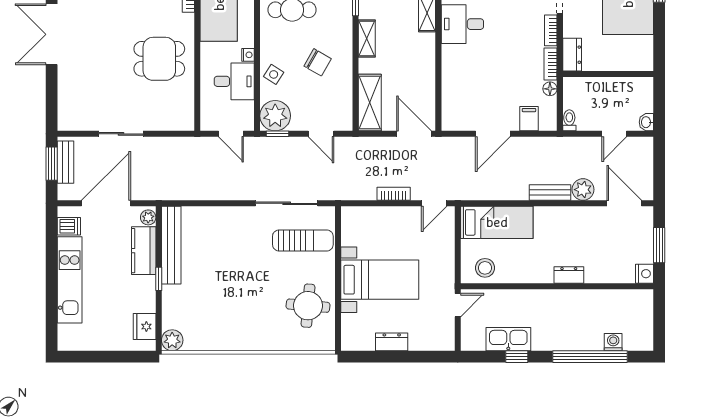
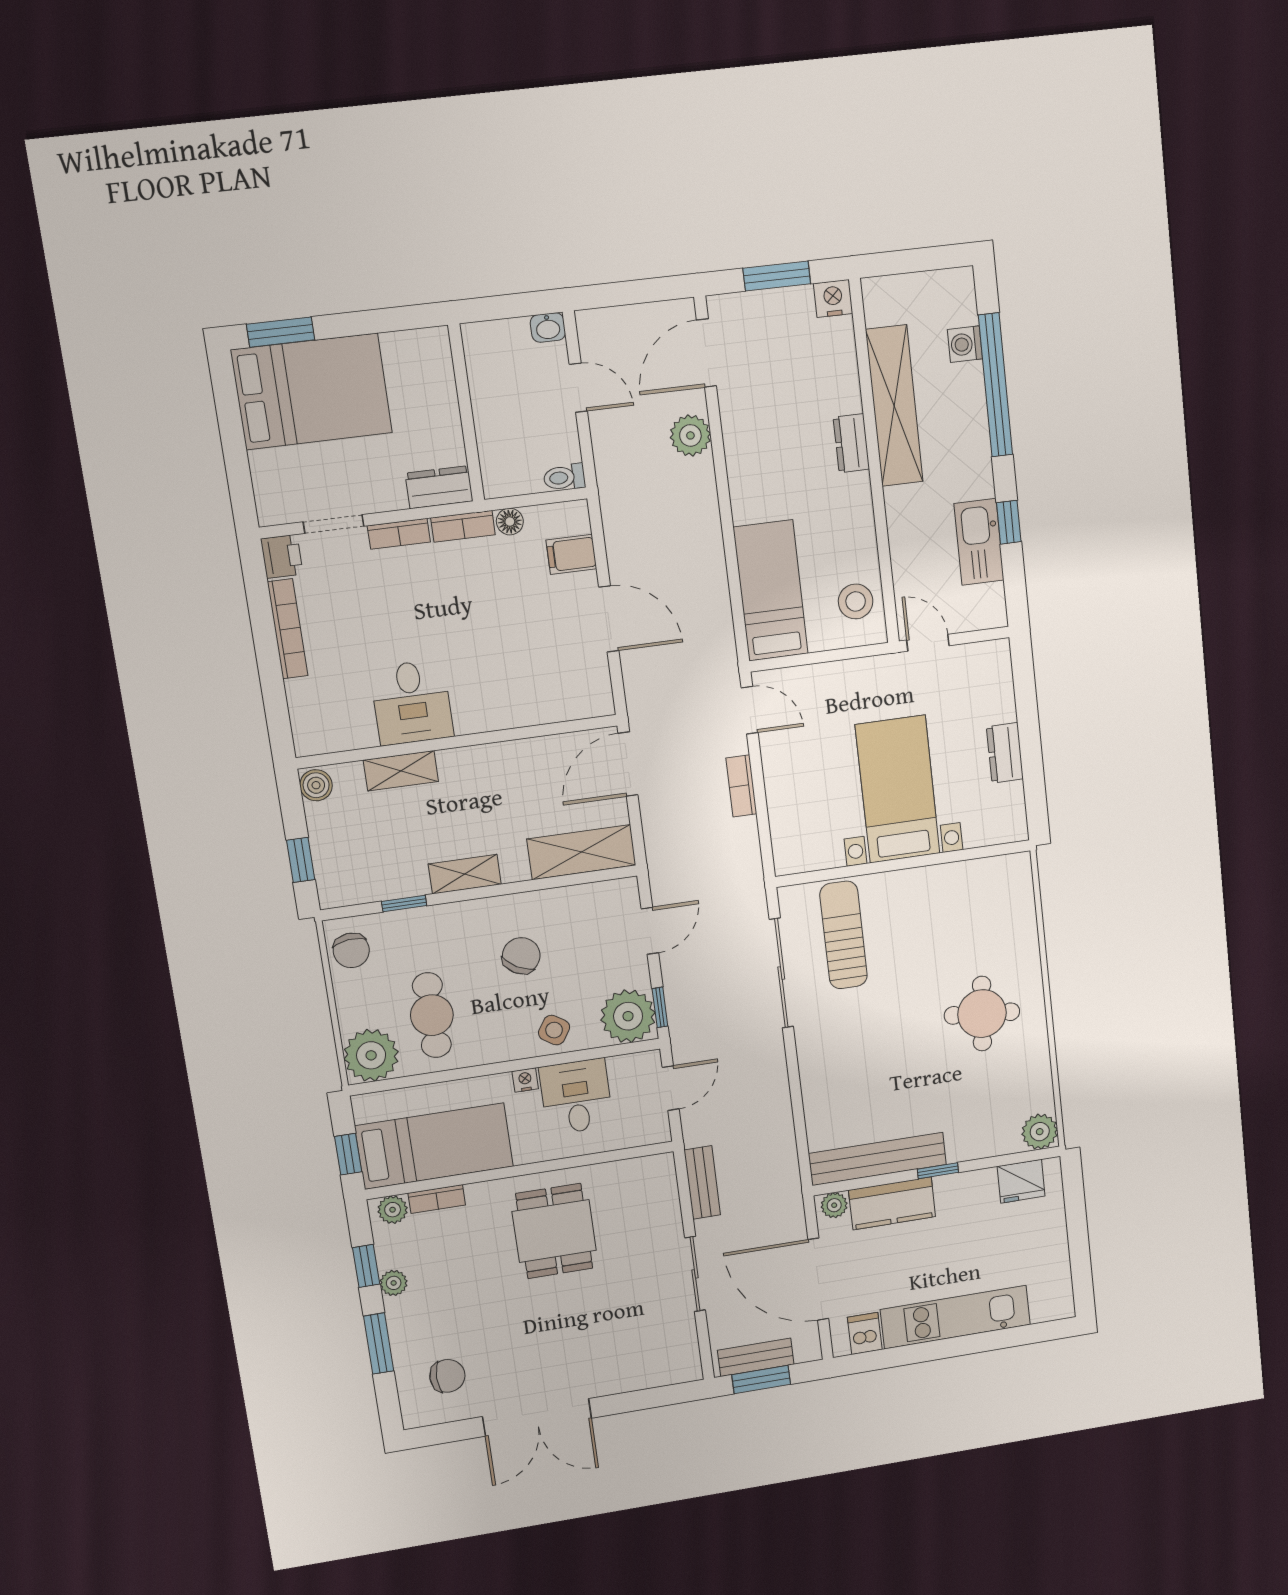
bench: (550, 193) -> (702, 1182), moved
shelving: (586, 300) -> (894, 406), added
round table: (308, 306) -> (982, 1014), moved

